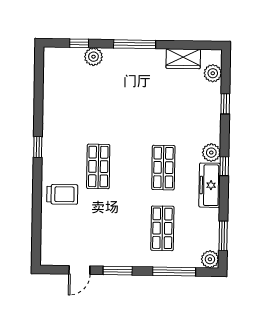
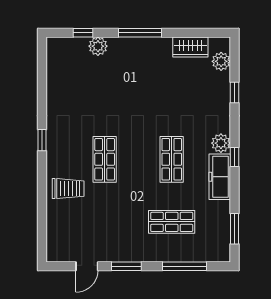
shop shelf: (162, 228) -> (172, 222), turned 90
plant: (210, 259) -> (221, 253), removed

